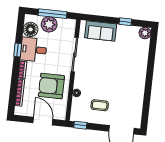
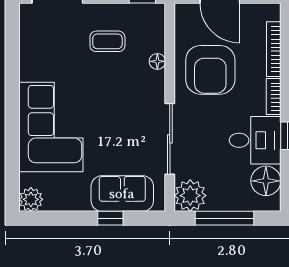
window: (125, 22) -> (110, 218), moved
plant: (49, 24) -> (190, 196), moved
corner sofa: (132, 67) -> (51, 127), added
armchair: (51, 86) -> (210, 70), turned 90

